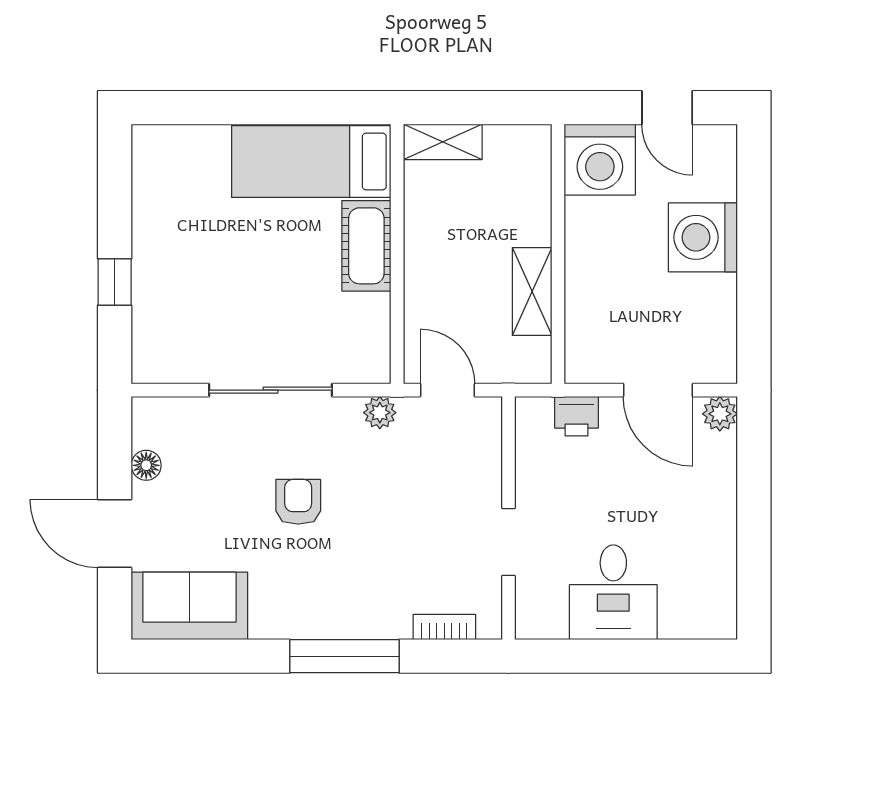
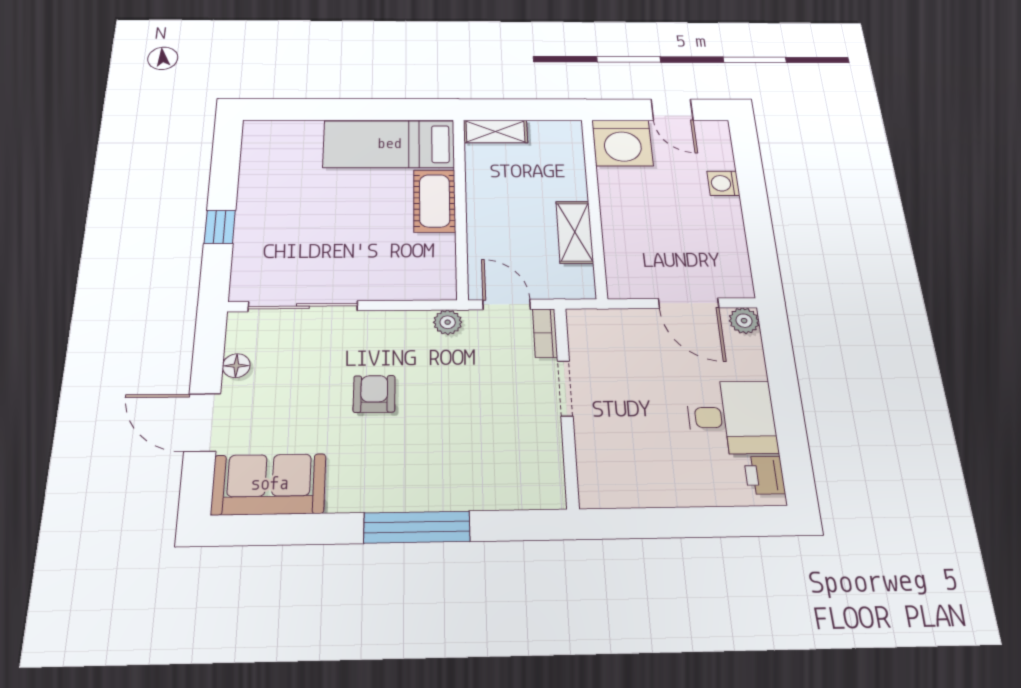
washing machine: (703, 237) -> (723, 183), width x0.53, depth x0.53
sliding door: (271, 390) -> (303, 306), moved
printer: (577, 416) -> (765, 475), moved, turned 90
doorway: (508, 542) -> (565, 388), moved
desk: (613, 592) -> (731, 417), moved, turned -90
bookcase: (444, 627) -> (545, 333), moved, turned -90

